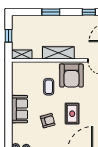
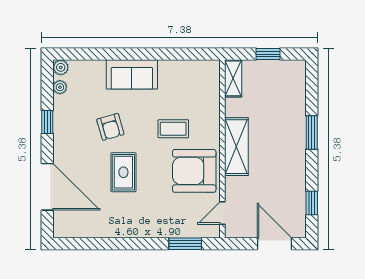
rug: (72, 114) -> (123, 172), turned 90

